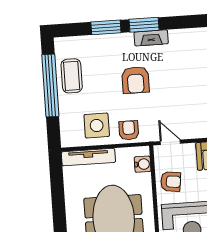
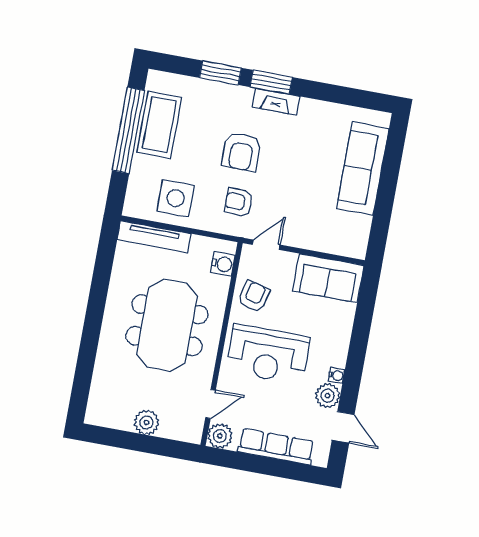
coffee table: (72, 76) -> (159, 125), width x1.36, depth x1.32
armchair: (129, 130) -> (239, 202), moved, turned -90
door: (170, 142) -> (266, 245), hinge flipped
armchair: (171, 182) -> (254, 296), turned -83

